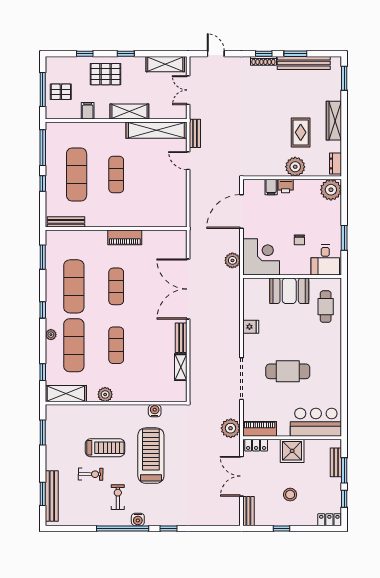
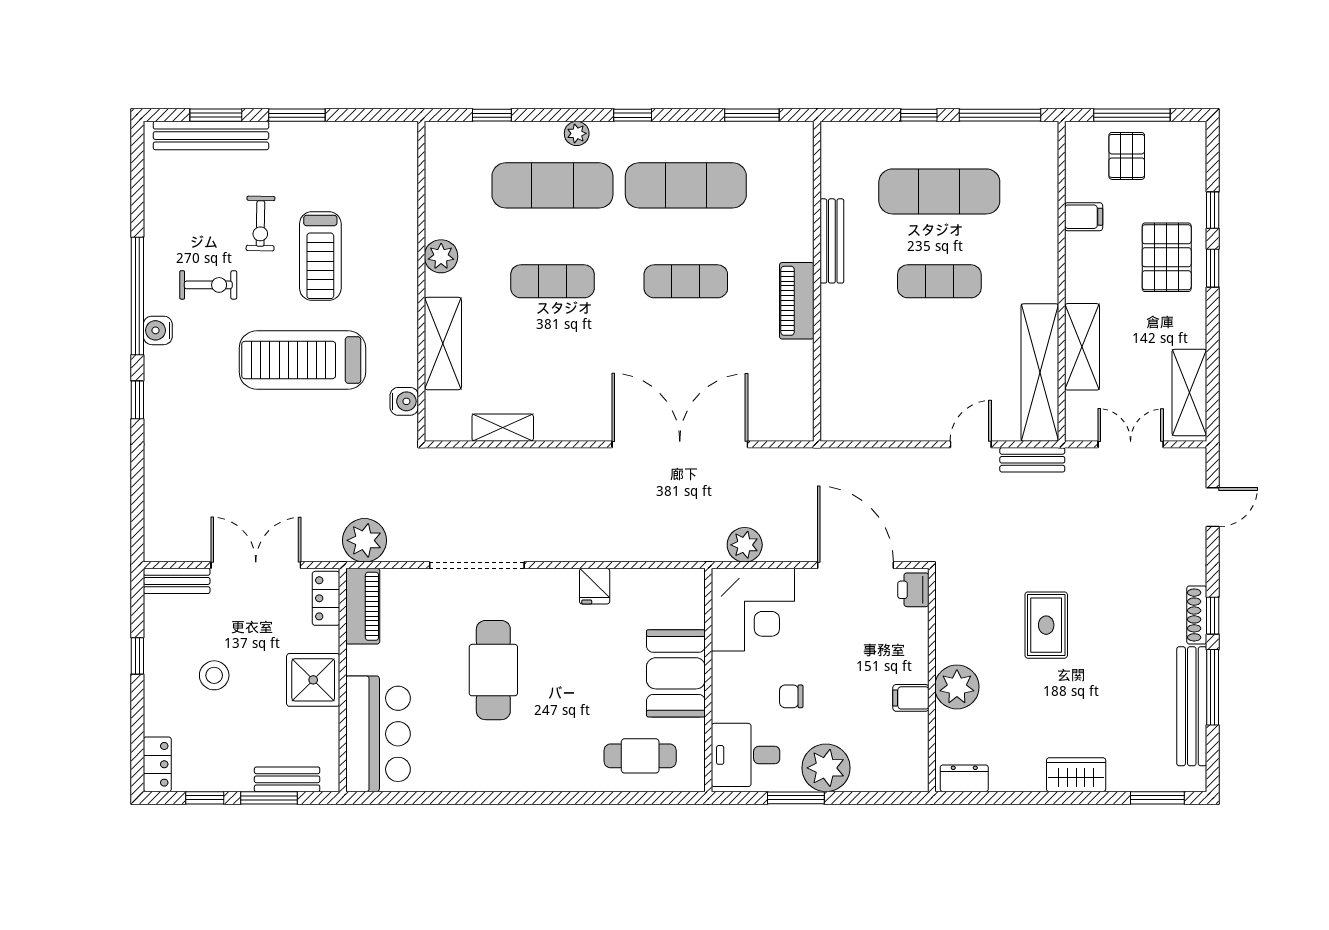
window: (126, 54) -> (1213, 268), moved
window: (295, 54) -> (1213, 687), width x1.44
shelving: (129, 112) -> (1082, 347), moved
wardrobe: (334, 121) -> (1076, 775), width x0.67
rug: (301, 132) -> (1046, 625), moved, turned 90
printer: (286, 186) -> (913, 590), moved
filing cabinet: (271, 187) -> (911, 698), moved
plant: (331, 190) -> (826, 768), moved
bench: (66, 222) -> (832, 241), moved
bench: (181, 338) -> (569, 429), removed
shelving: (66, 394) -> (443, 344), moved
water cooler: (155, 411) -> (404, 401), moved
window: (43, 433) -> (297, 115), moved
treadmill: (151, 456) -> (302, 360), turned 180

